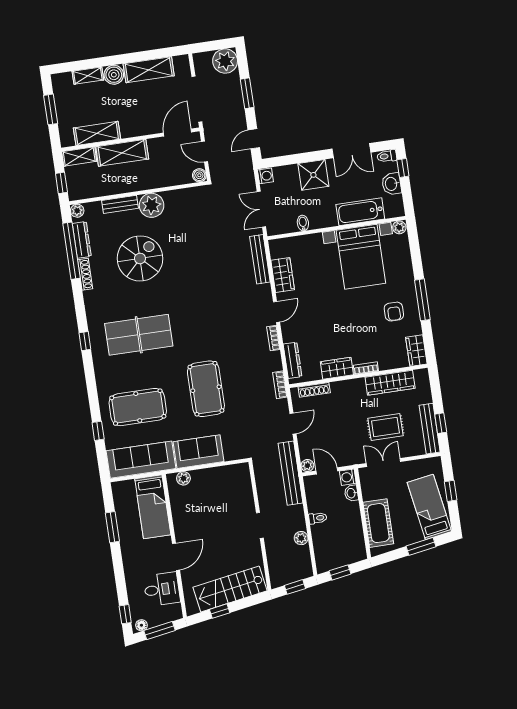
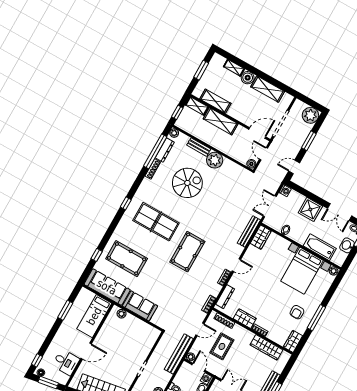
wardrobe: (283, 275) -> (261, 237), moved
pool table: (206, 389) -> (187, 252), moved
rug: (385, 427) -> (222, 346), moved, turned 90

